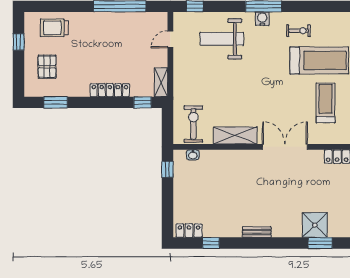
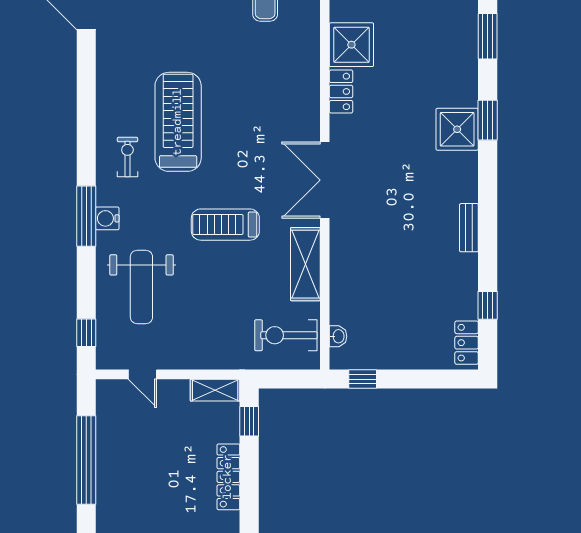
treadmill: (326, 103) -> (225, 225), moved

